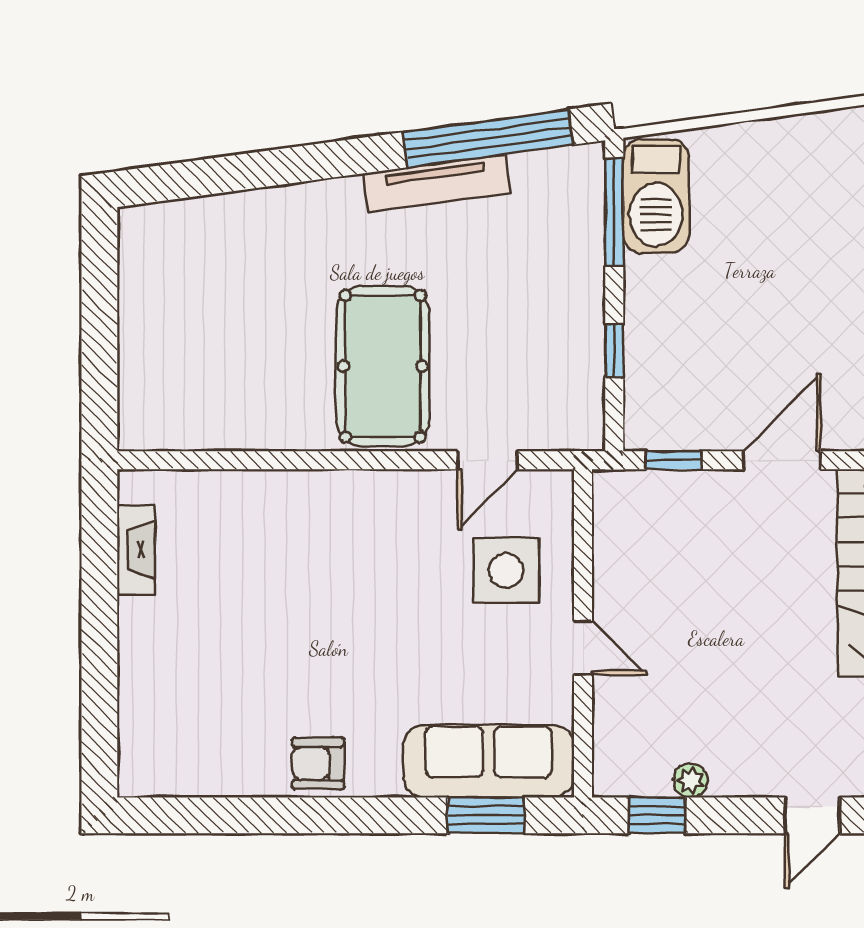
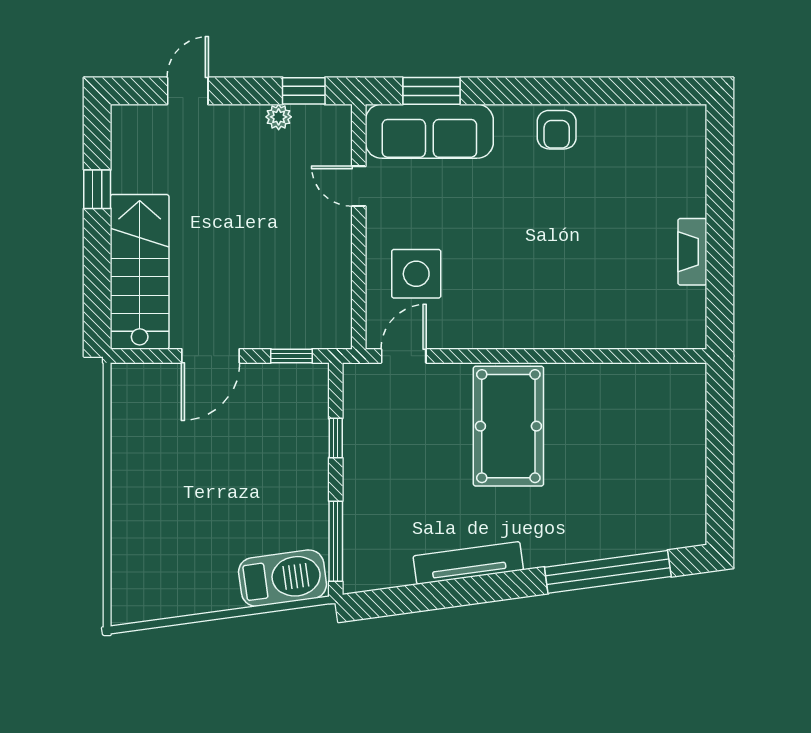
window: (488, 138) -> (608, 572), moved
barbecue: (656, 196) -> (283, 578), moved, turned 82
door: (488, 460) -> (404, 356), moved
fireplace: (136, 550) -> (692, 252), moved
door: (583, 648) -> (359, 186), moved
armchair: (318, 763) -> (557, 130), turned 90

